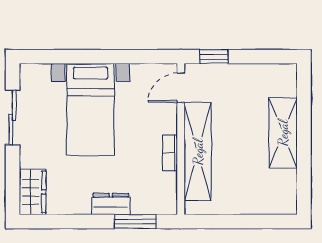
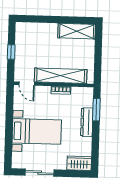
window: (214, 57) -> (11, 52), moved
shelving: (283, 133) -> (77, 31), moved
dresser: (111, 204) -> (87, 122), width x1.44

